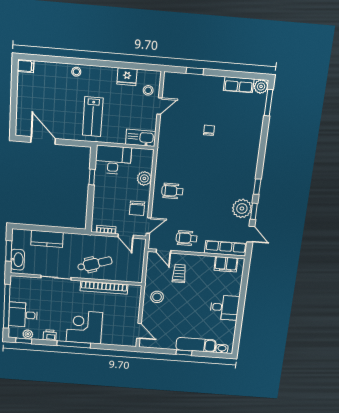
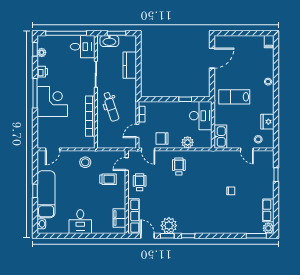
door: (251, 234) -> (147, 236), swing flipped
desk: (23, 315) -> (83, 47), moved, turned 90
exam couch: (196, 345) -> (46, 194), width x1.36, depth x1.45

